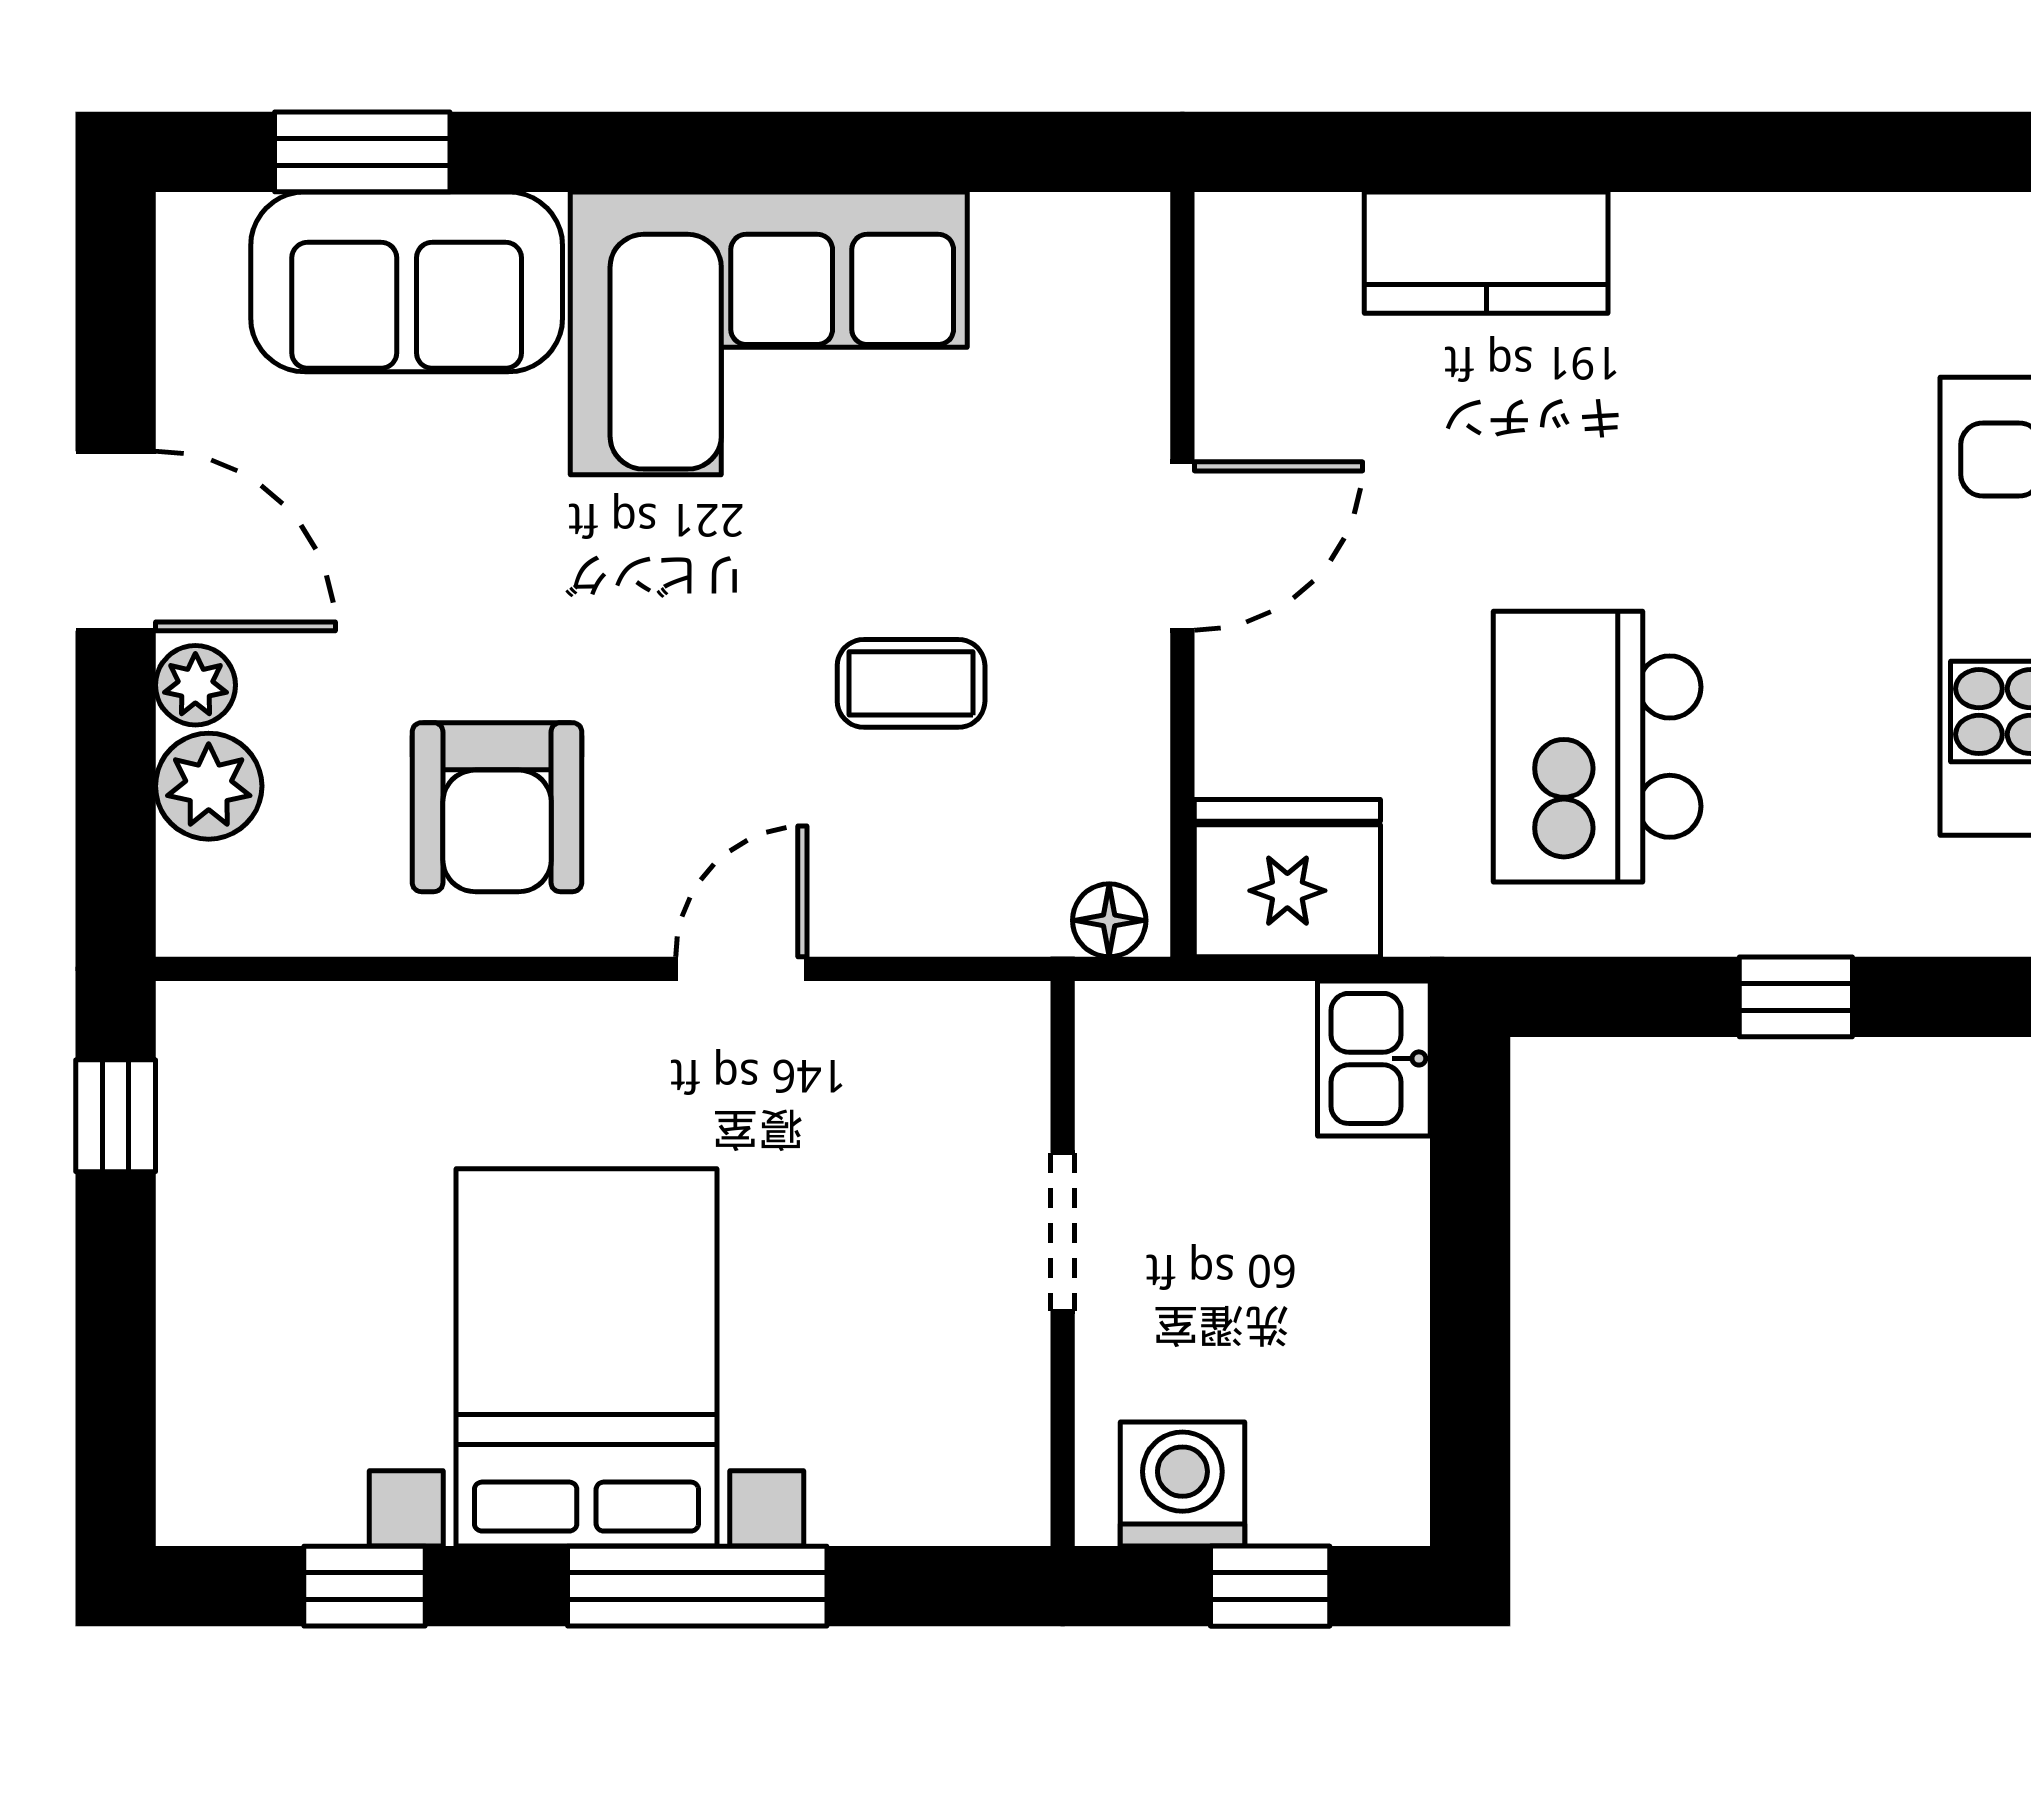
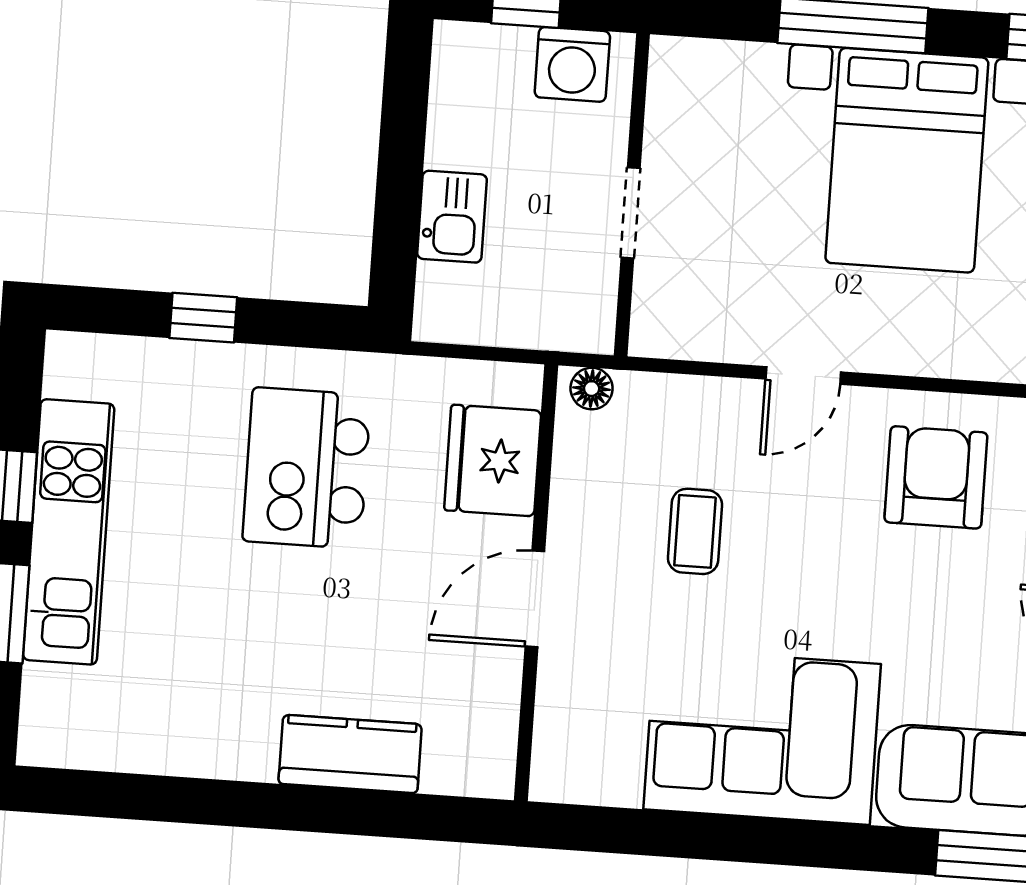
coffee table: (911, 683) -> (695, 531), turned 90
kitchen island: (1597, 747) -> (307, 468), turned 180
fridge: (1287, 878) -> (493, 460), moved, turned 90
kitchen sink: (1374, 1058) -> (452, 217), moved

